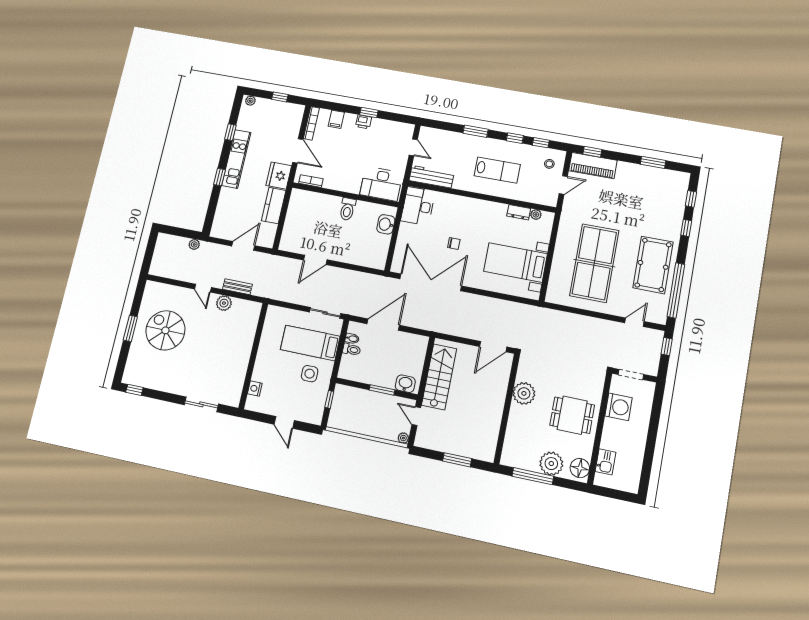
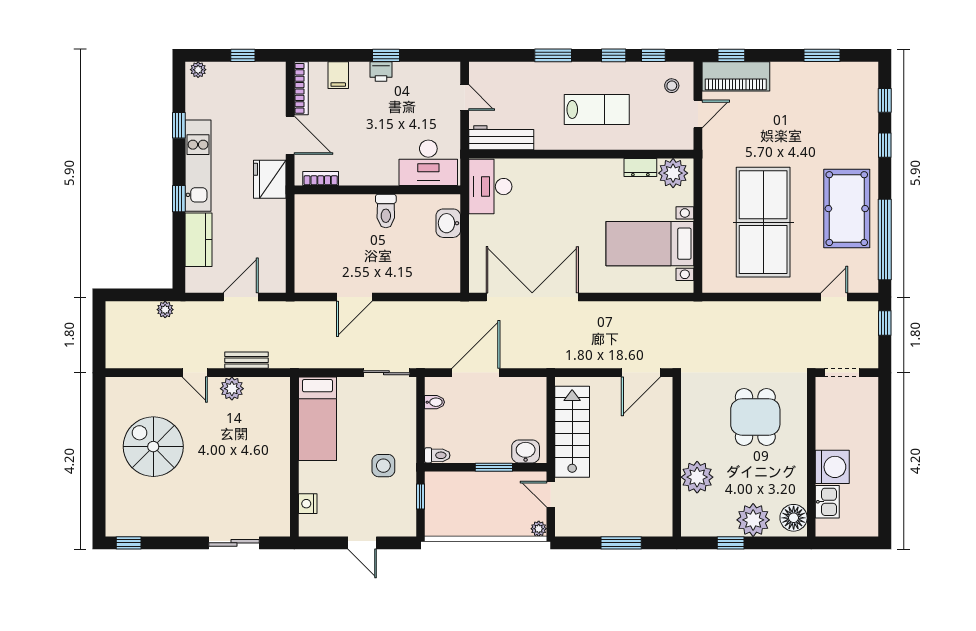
kitchen counter: (274, 206) -> (199, 240), moved, turned 180
plant: (536, 215) -> (673, 173), width x1.87, depth x1.87
chair: (454, 243) -> (555, 233), removed
window: (130, 328) -> (99, 454), removed
bed: (310, 343) -> (317, 419), moved, turned -90
toilet: (352, 350) -> (437, 455), moved
plant: (524, 393) -> (697, 477), moved
washing machine: (619, 407) -> (832, 467), moved
dining table: (572, 415) -> (755, 417), moved, turned 90
window: (533, 476) -> (731, 543), width x0.46

